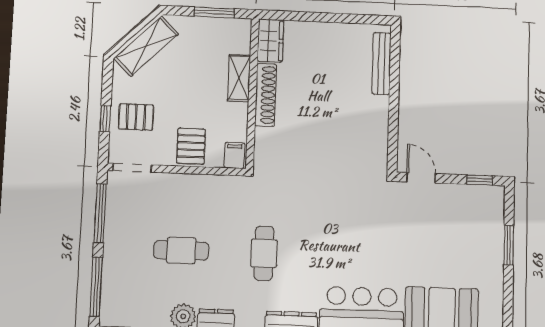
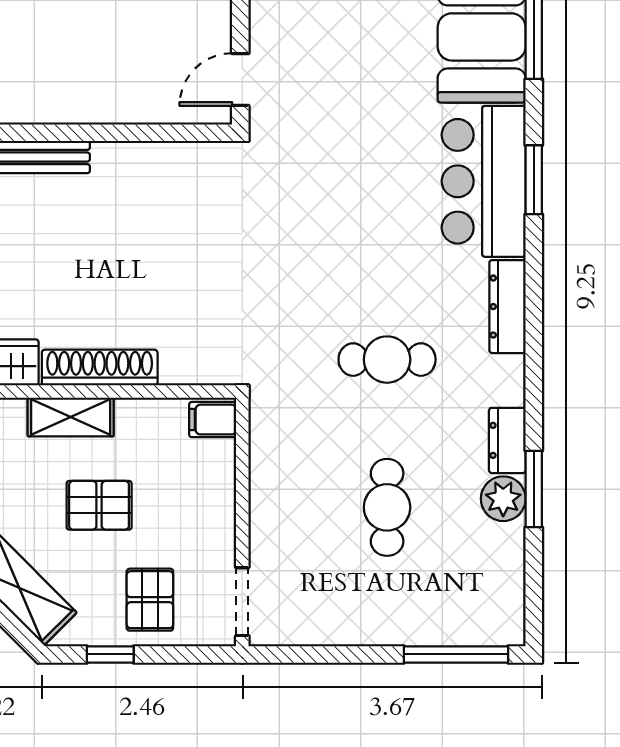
window: (105, 119) -> (110, 654), moved
pallet: (191, 146) -> (99, 505), moved
window: (100, 213) -> (326, 654), removed

